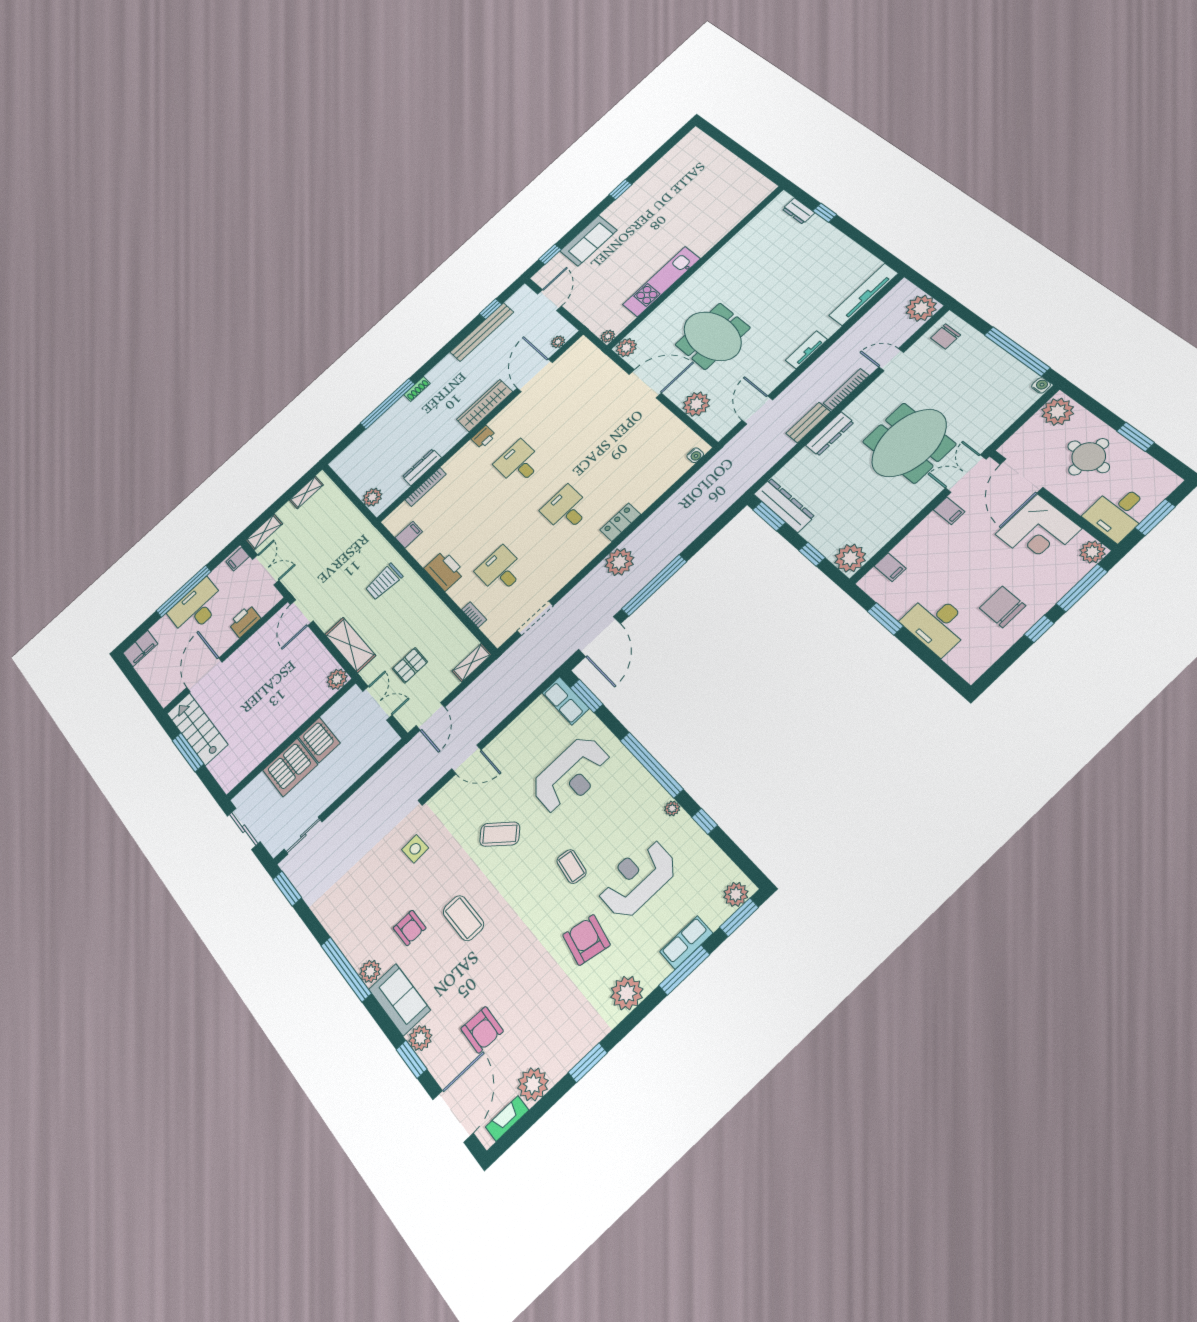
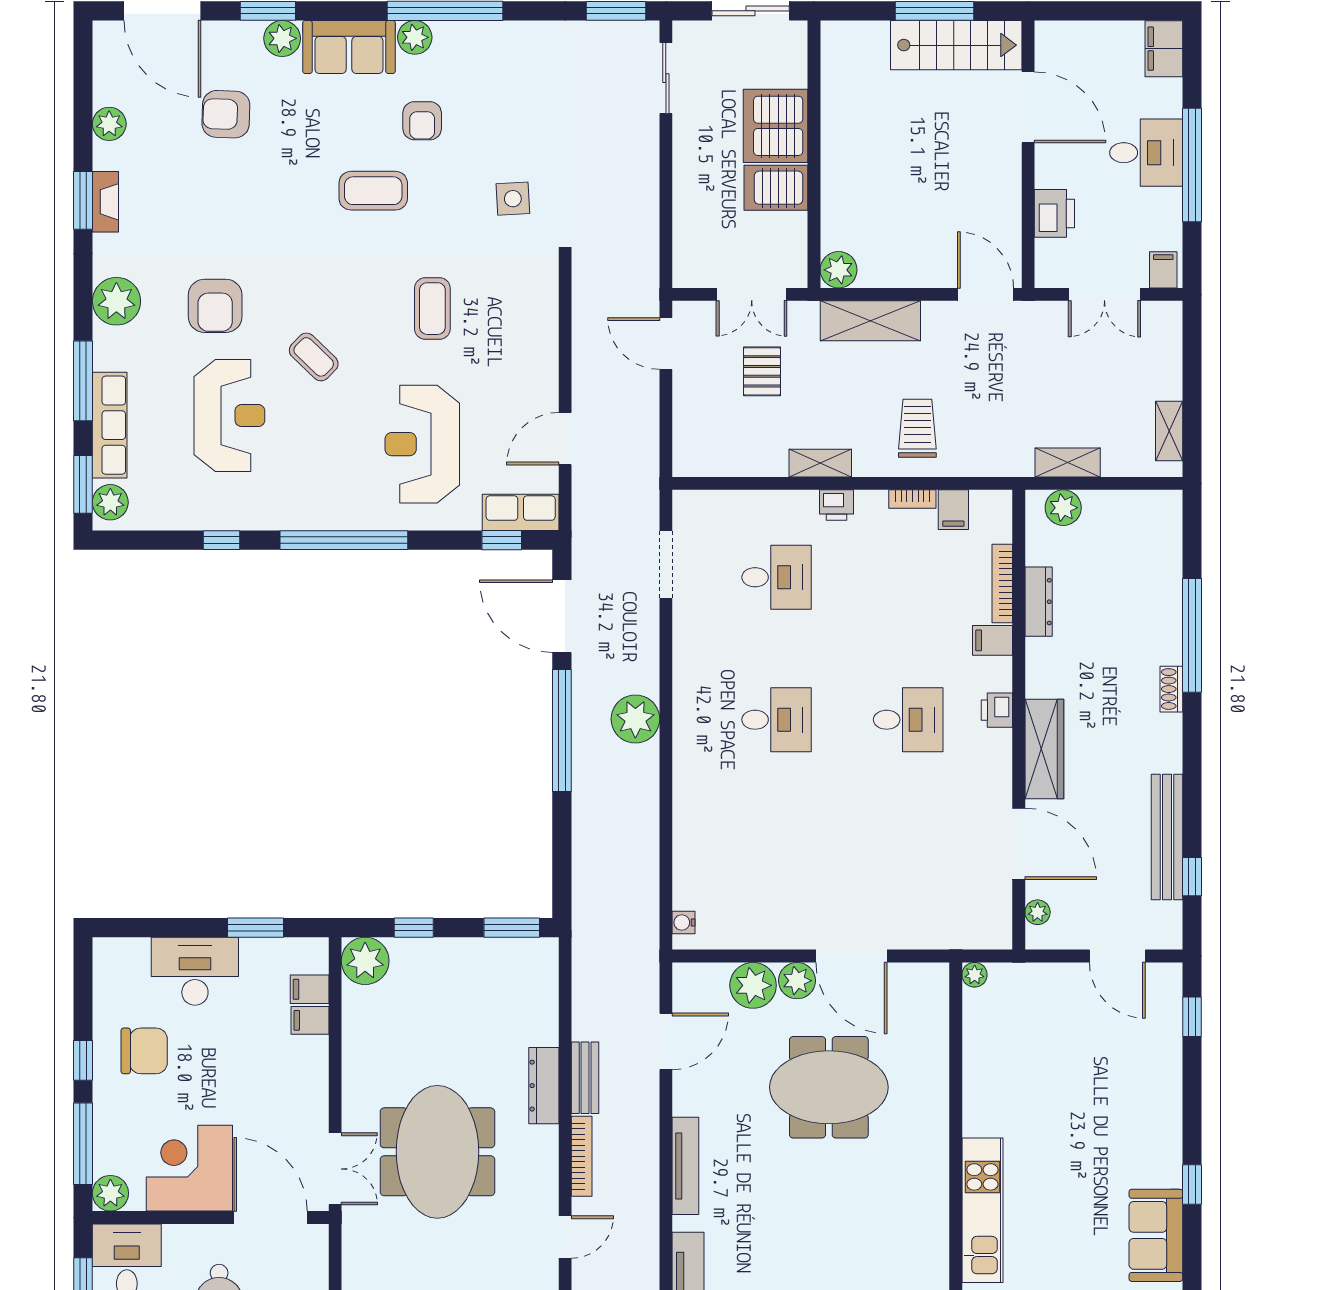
sofa: (588, 241) -> (1156, 1235), moved
kitchen unit: (661, 282) -> (982, 1210), moved
plant: (626, 348) -> (797, 981), moved
tv unit: (806, 350) -> (685, 1166), width x1.41
door: (645, 384) -> (851, 956), hinge flipped
door: (757, 410) -> (666, 1041), hinge flipped
filing cabinet: (454, 467) -> (993, 640), added
dresser: (784, 505) -> (508, 955), removed
filing cabinet: (949, 511) -> (310, 1020), moved
locker: (620, 522) -> (688, 765), removed
shelving: (264, 532) -> (1068, 462), moved, turned 90
printer: (444, 570) -> (837, 505), width x0.53, depth x0.68
desk: (197, 607) -> (1146, 153), width x0.73
bookcase: (474, 615) -> (912, 499), moved
shelving: (472, 663) -> (820, 463), moved, turned 90
window: (587, 696) -> (502, 540), width x0.67
door: (466, 759) -> (565, 439), moved
plant: (672, 808) -> (271, 519), removed
coffee table: (500, 834) -> (432, 309), turned -43
coffee table: (572, 867) -> (314, 357), turned 36
armchair: (410, 928) -> (422, 121), turned -90
armchair: (586, 940) -> (215, 306), turned 79
row of seats: (686, 942) -> (110, 425), width x1.48
plant: (533, 1084) -> (109, 124), width x0.73, depth x0.73
fireplace: (507, 1119) -> (105, 202), moved

